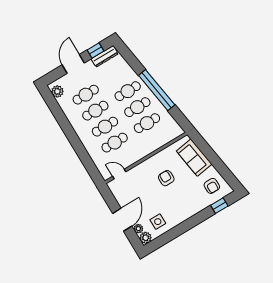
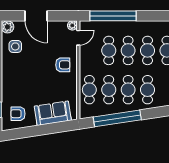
window: (157, 90) -> (117, 118), moved
cafe table: (157, 139) -> (89, 90), added
window: (84, 156) -> (113, 16), added
armchair: (166, 178) -> (63, 65), moved
plant: (138, 229) -> (72, 25), moved

